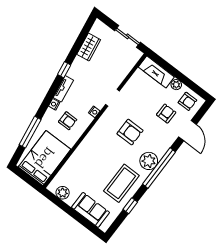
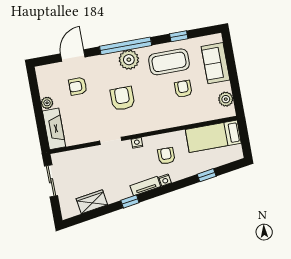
armchair: (187, 101) -> (183, 89), moved
window: (30, 132) -> (207, 175), width x0.46
bed: (45, 158) -> (213, 136), width x0.67

